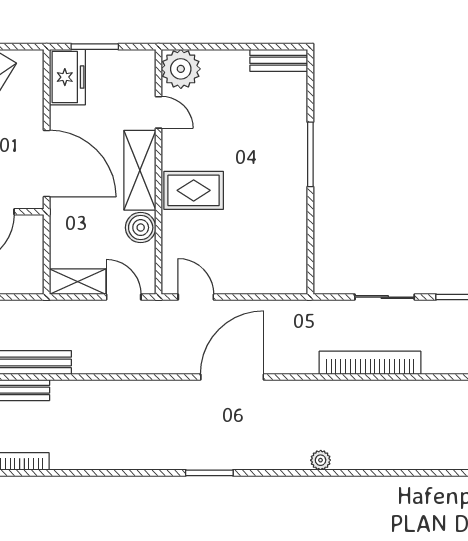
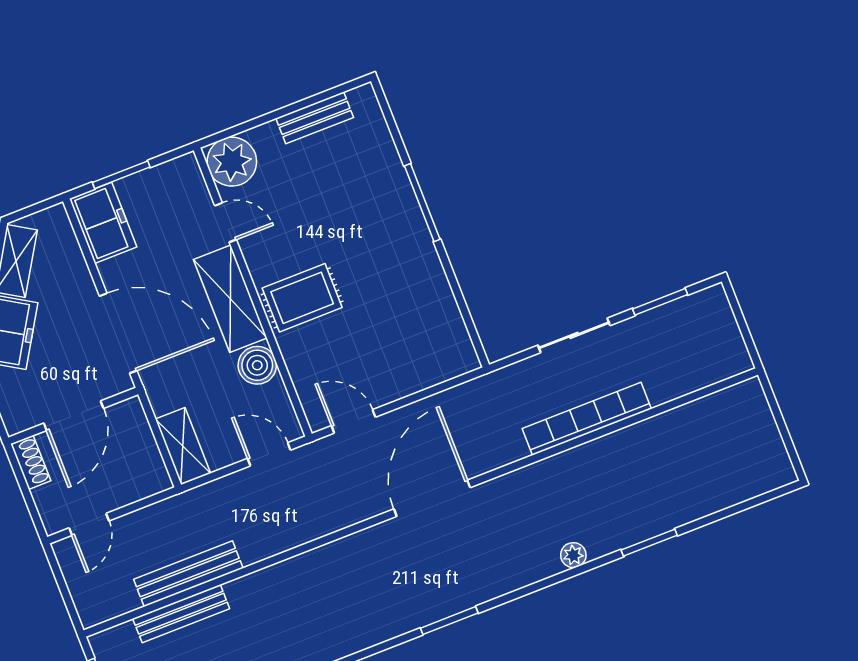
bench: (279, 60) -> (315, 118), moved
shelving: (78, 282) -> (183, 446), moved, turned 90
window: (381, 473) -> (649, 543), added

